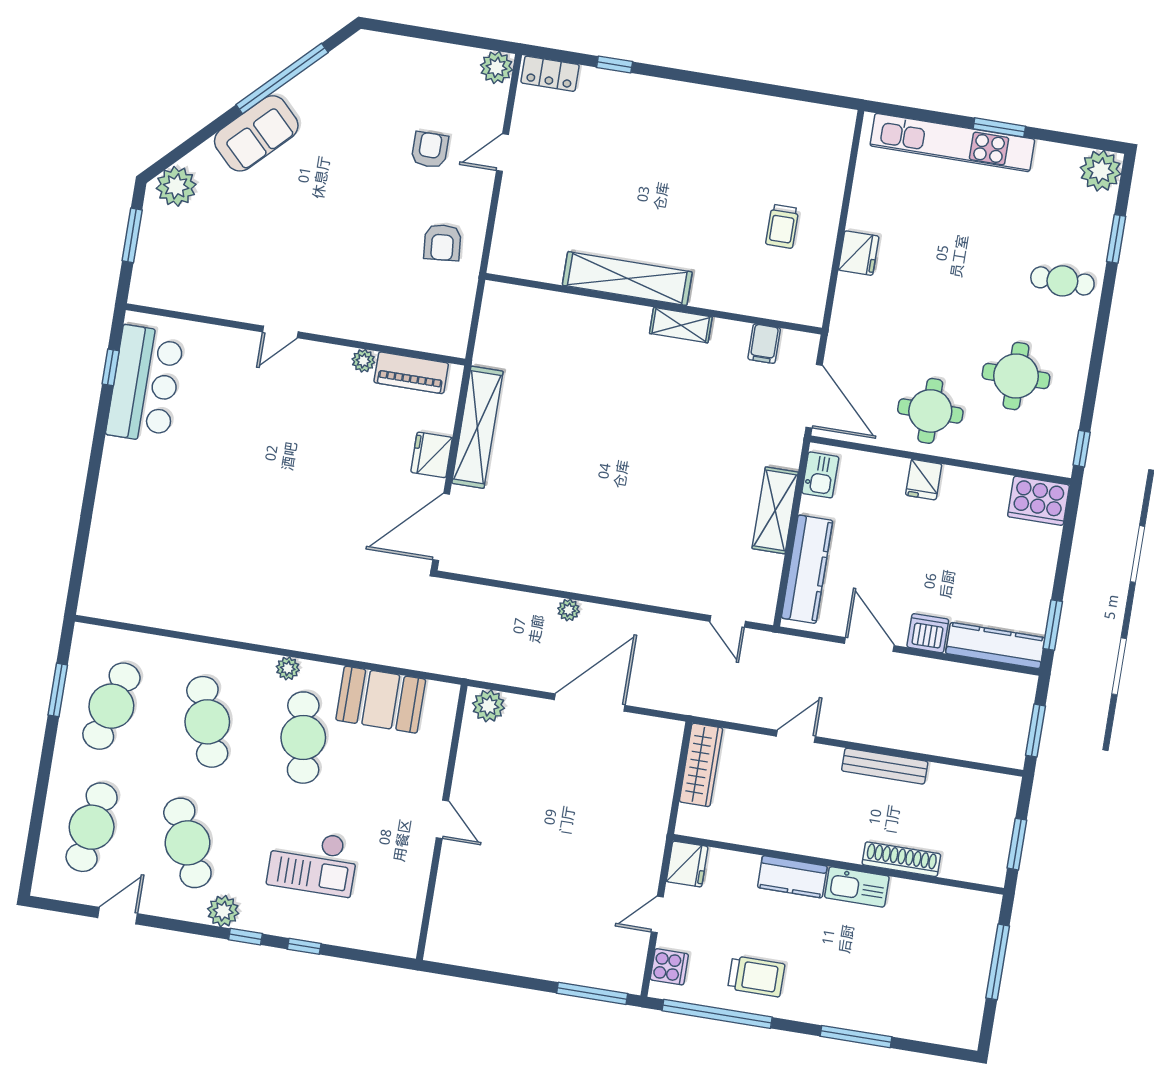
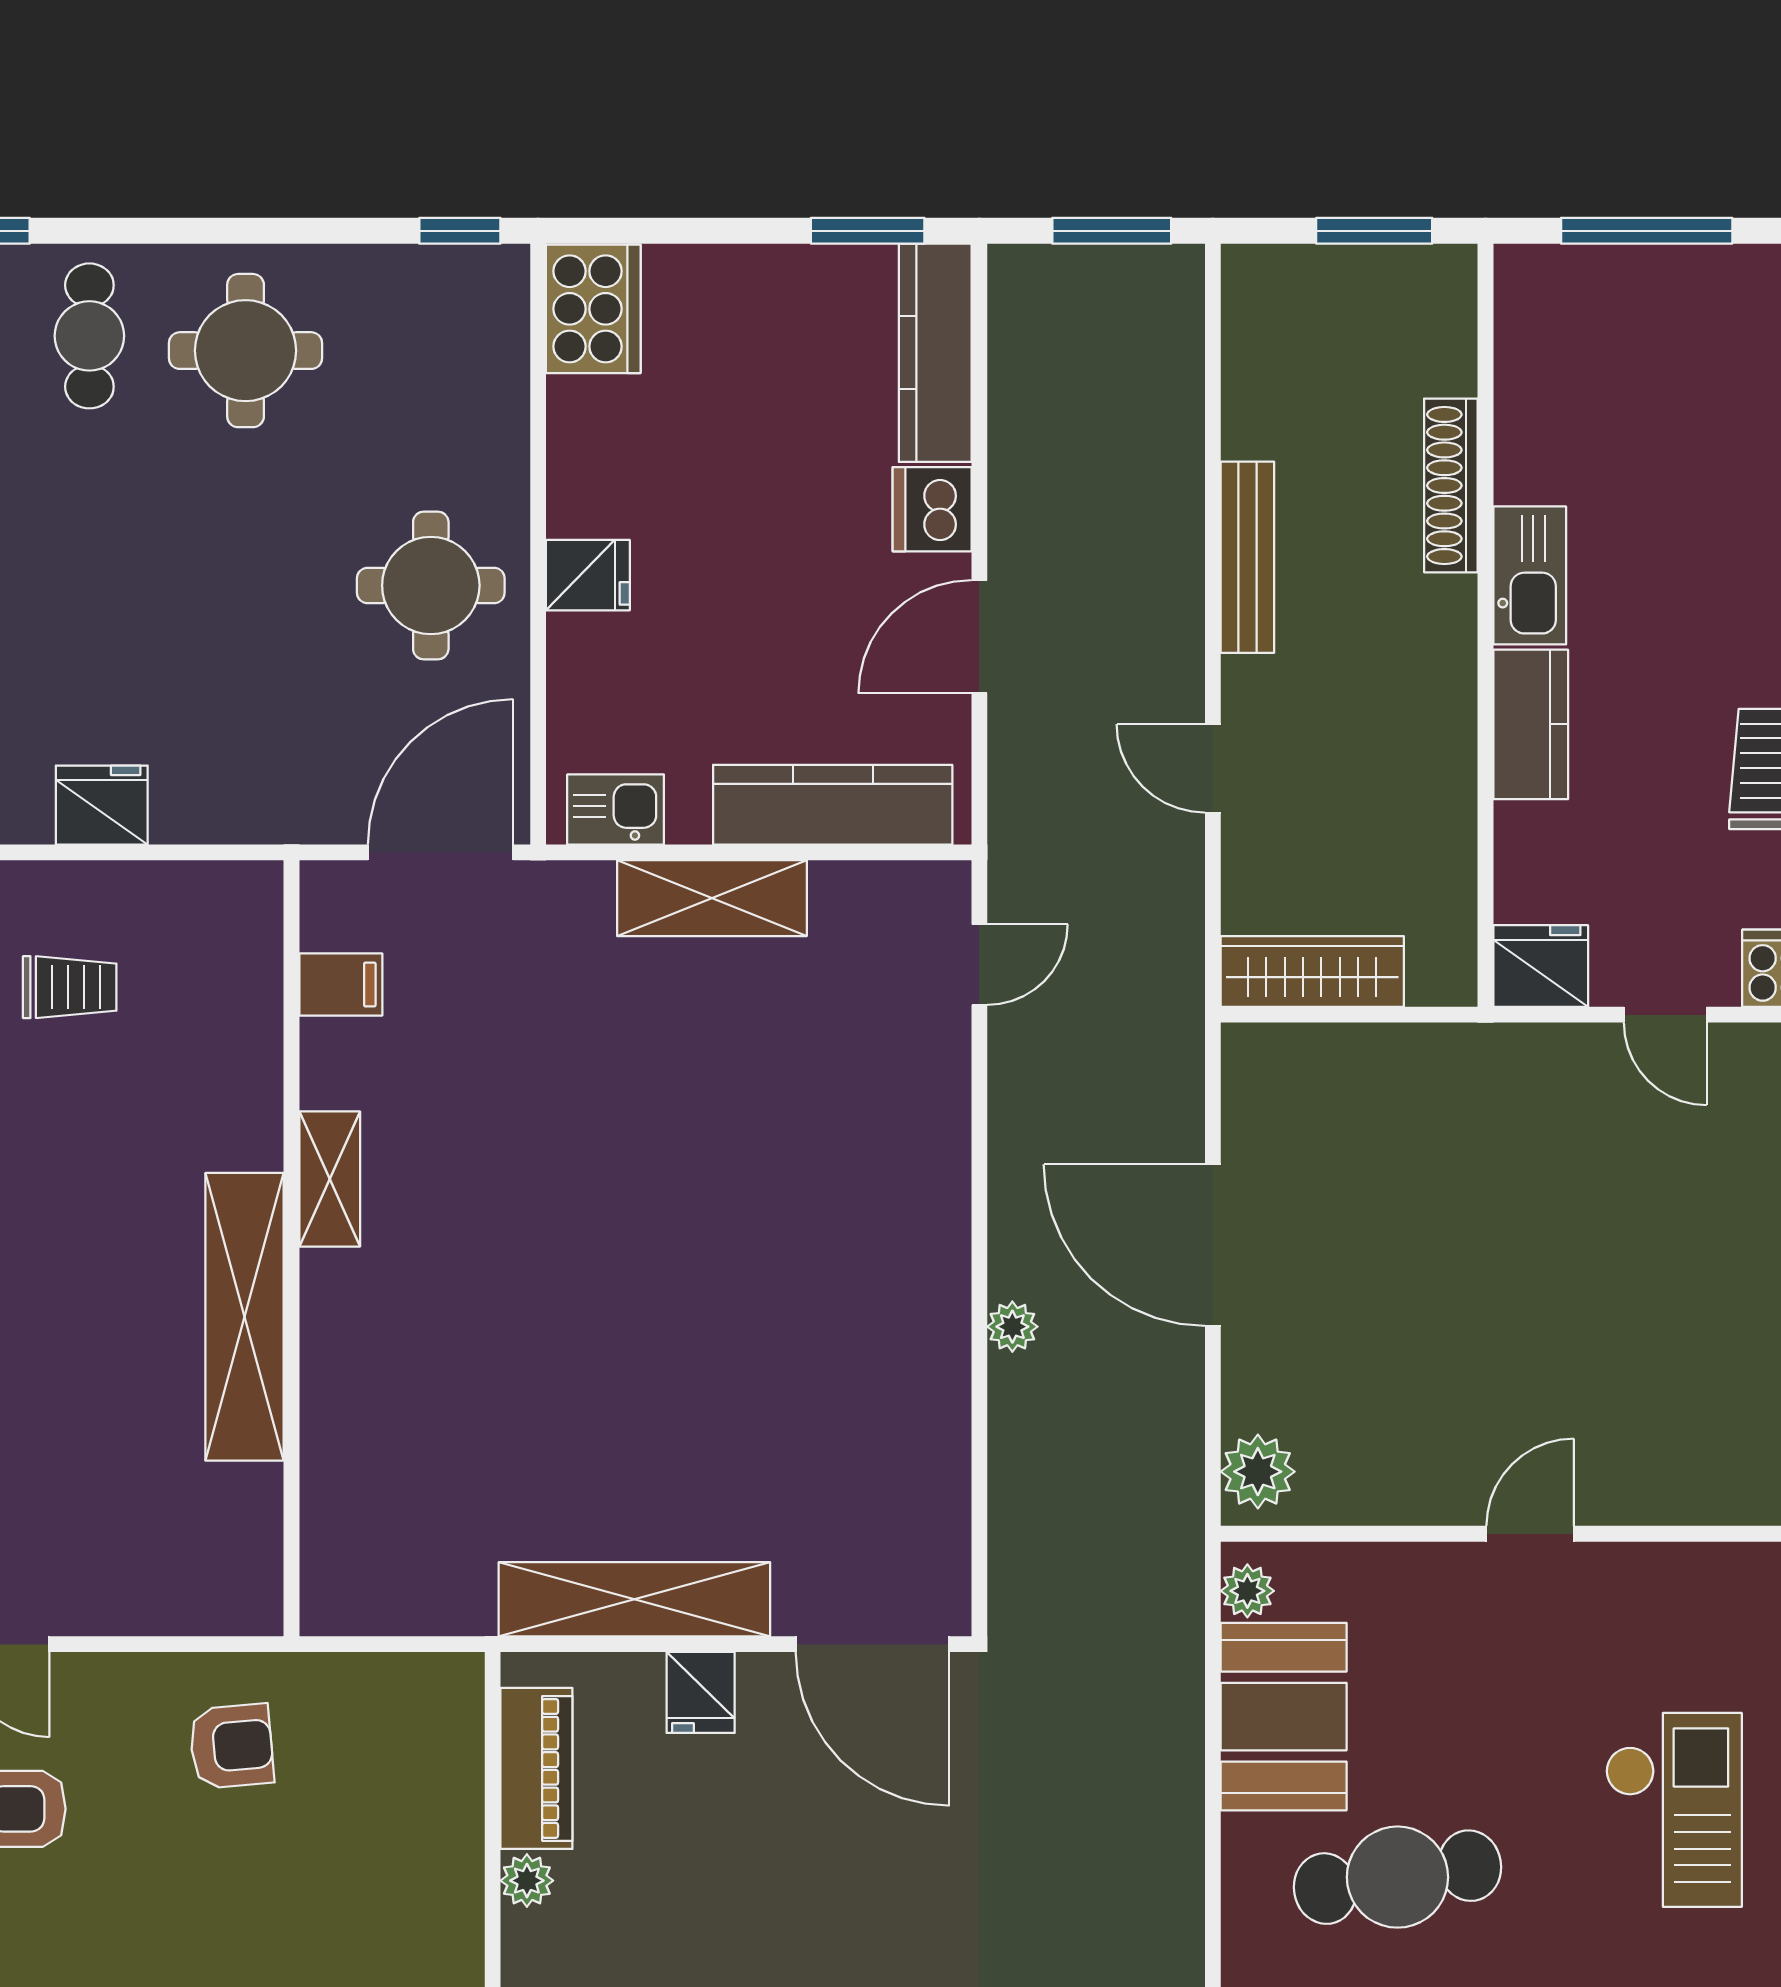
round table: (1016, 376) -> (246, 351), moved
fridge: (432, 455) -> (701, 1692), width x0.72
plant: (288, 668) -> (1247, 1591), moved

